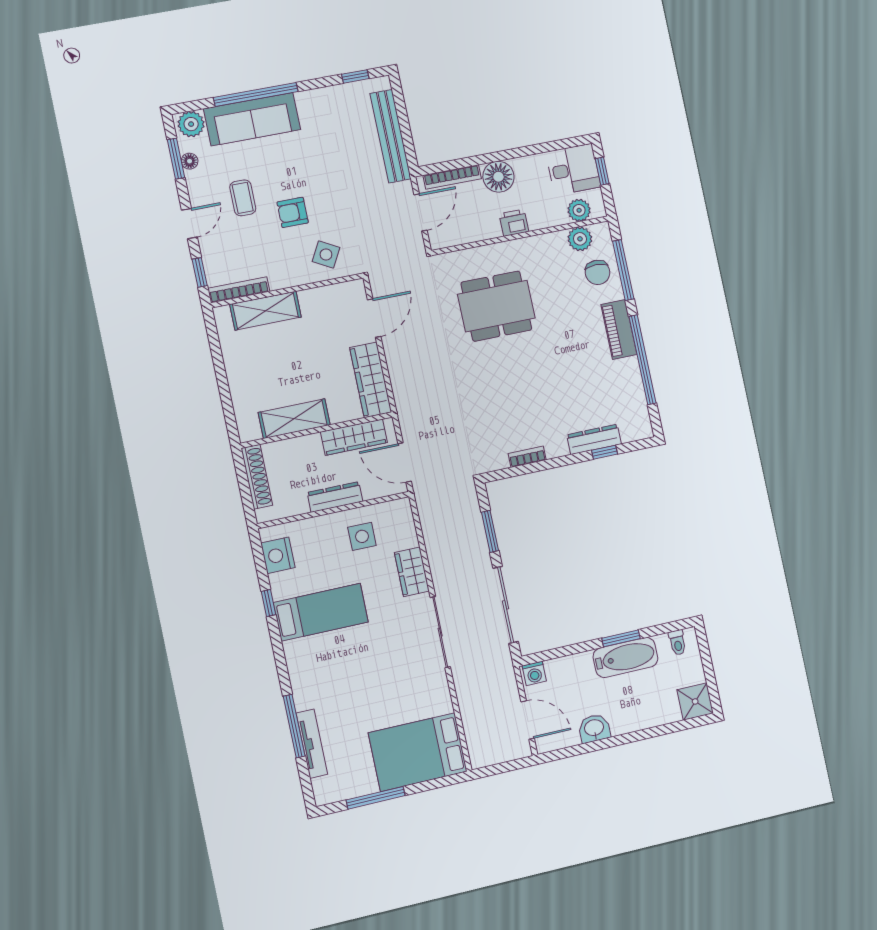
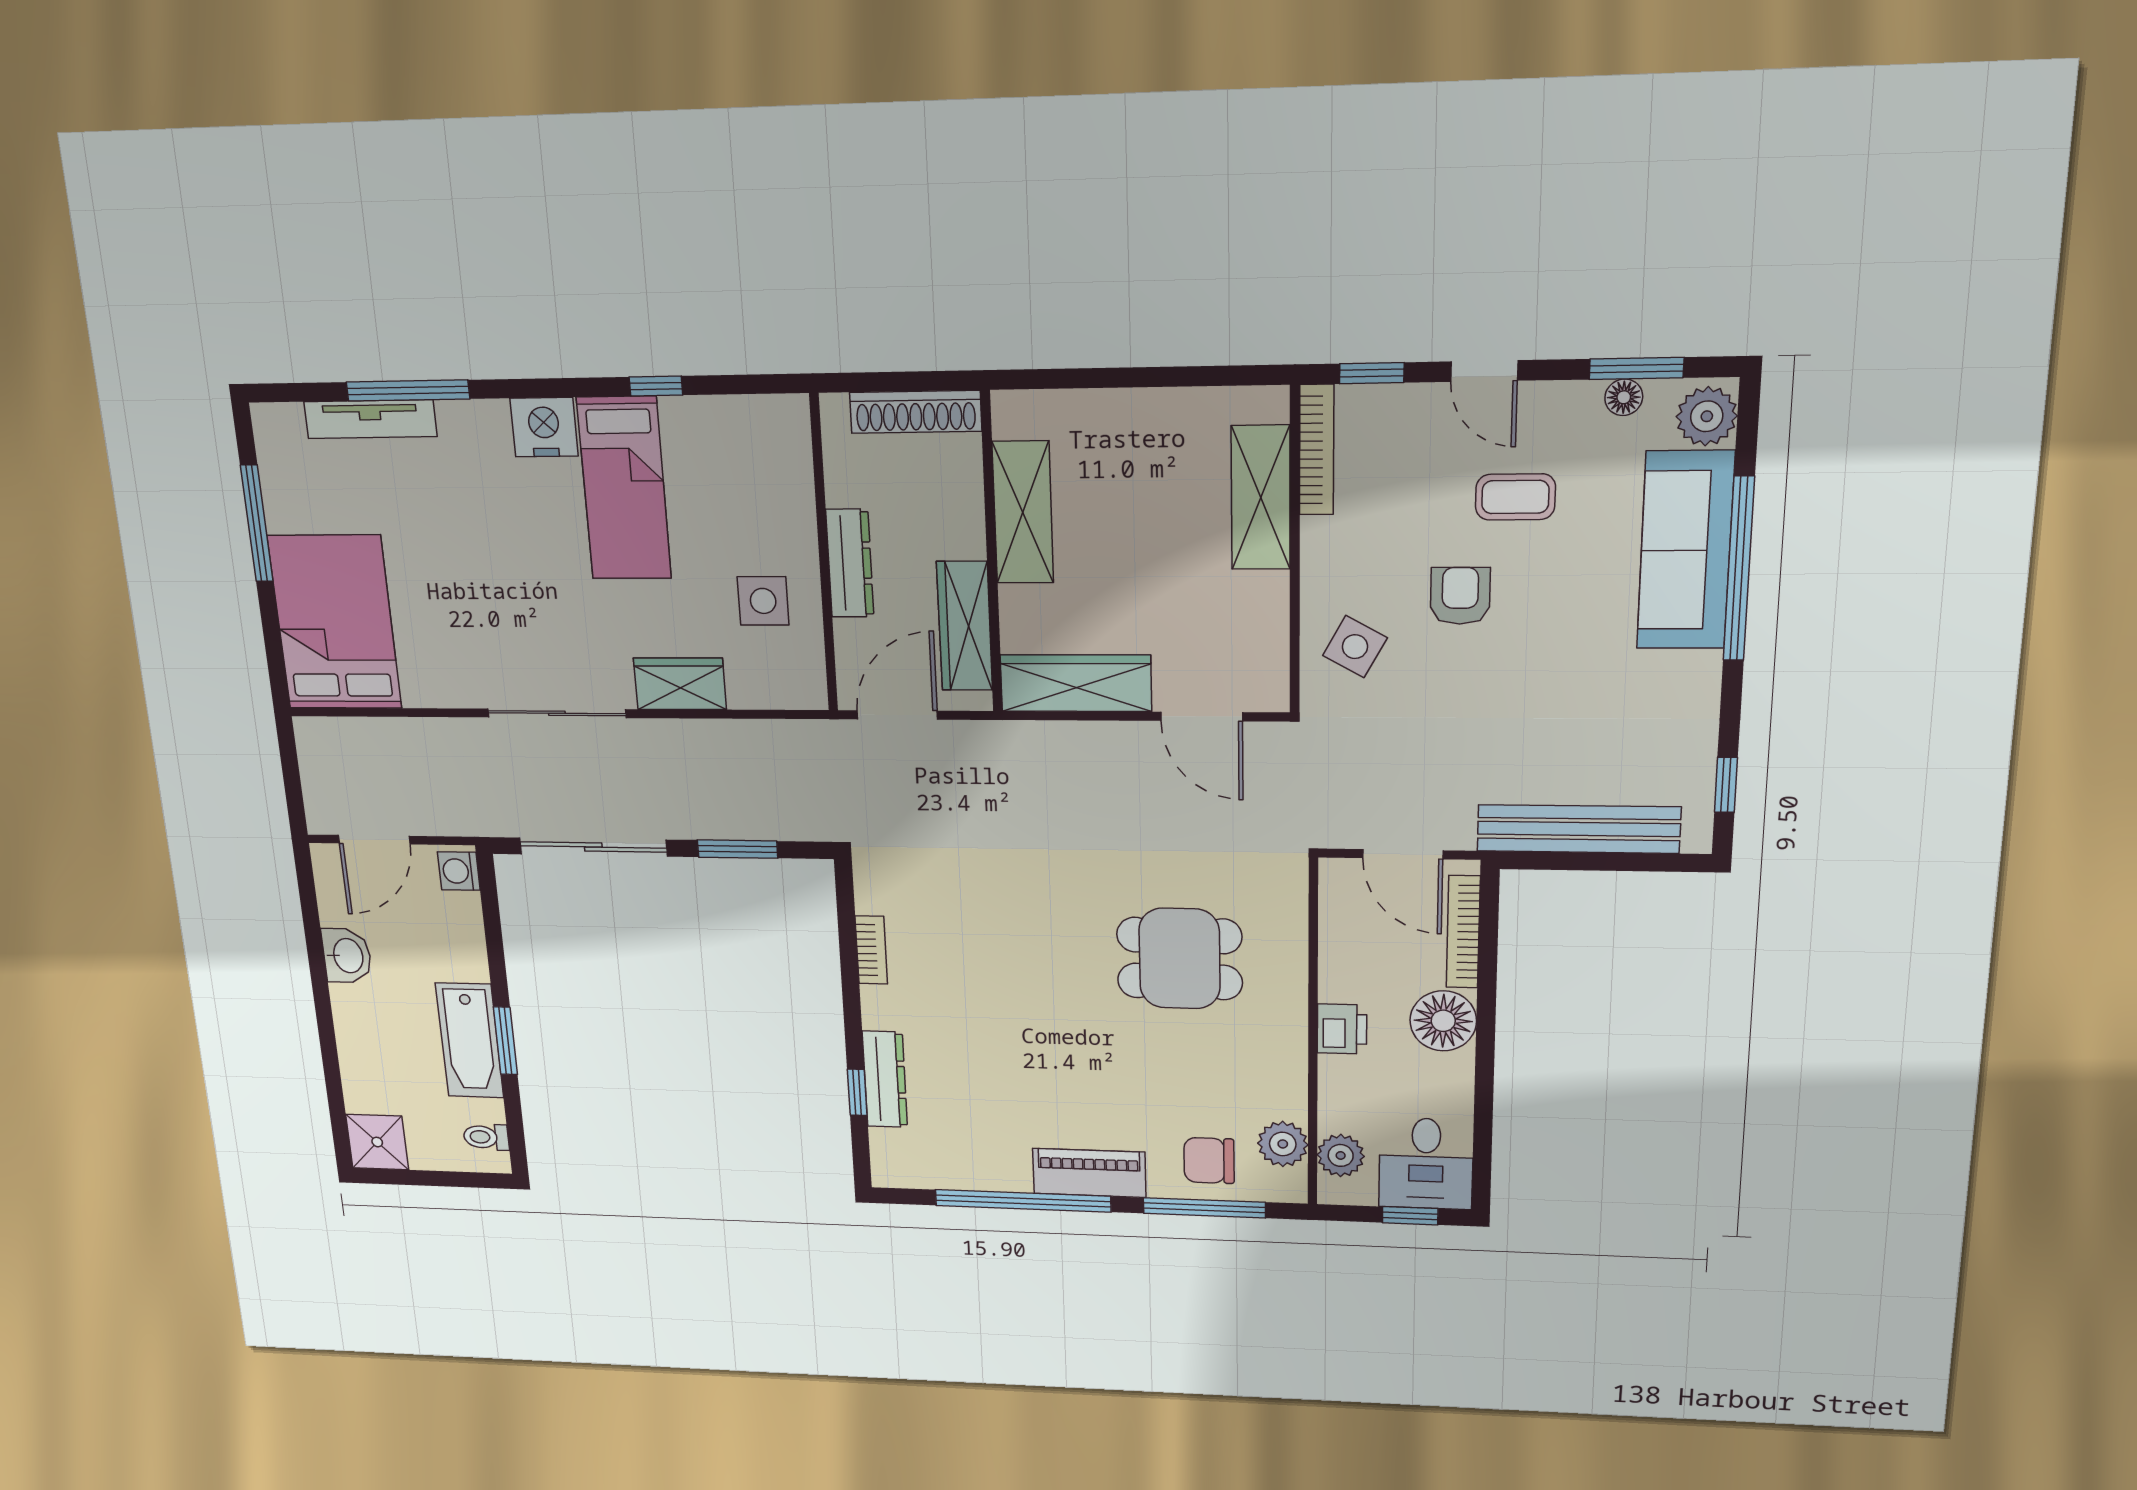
dining table: (496, 306) -> (1180, 959), width x0.73
nightstand: (278, 555) -> (544, 427), moved

